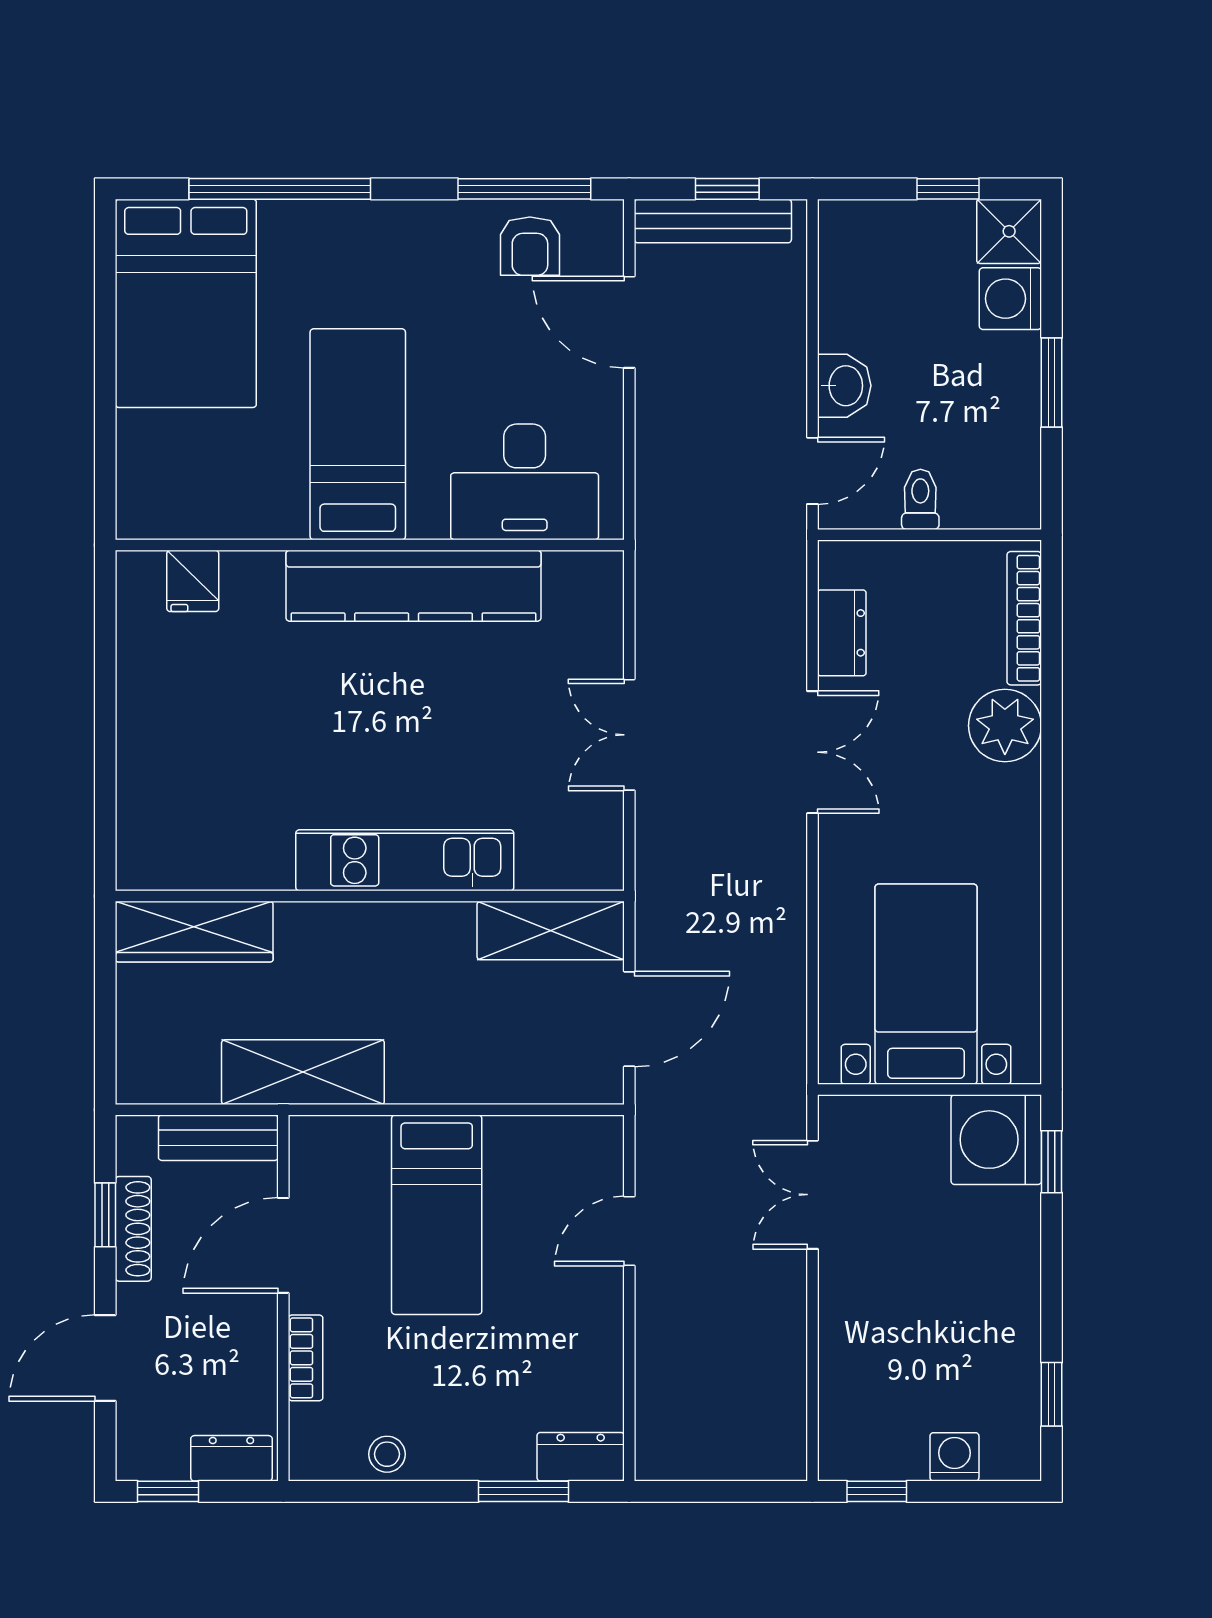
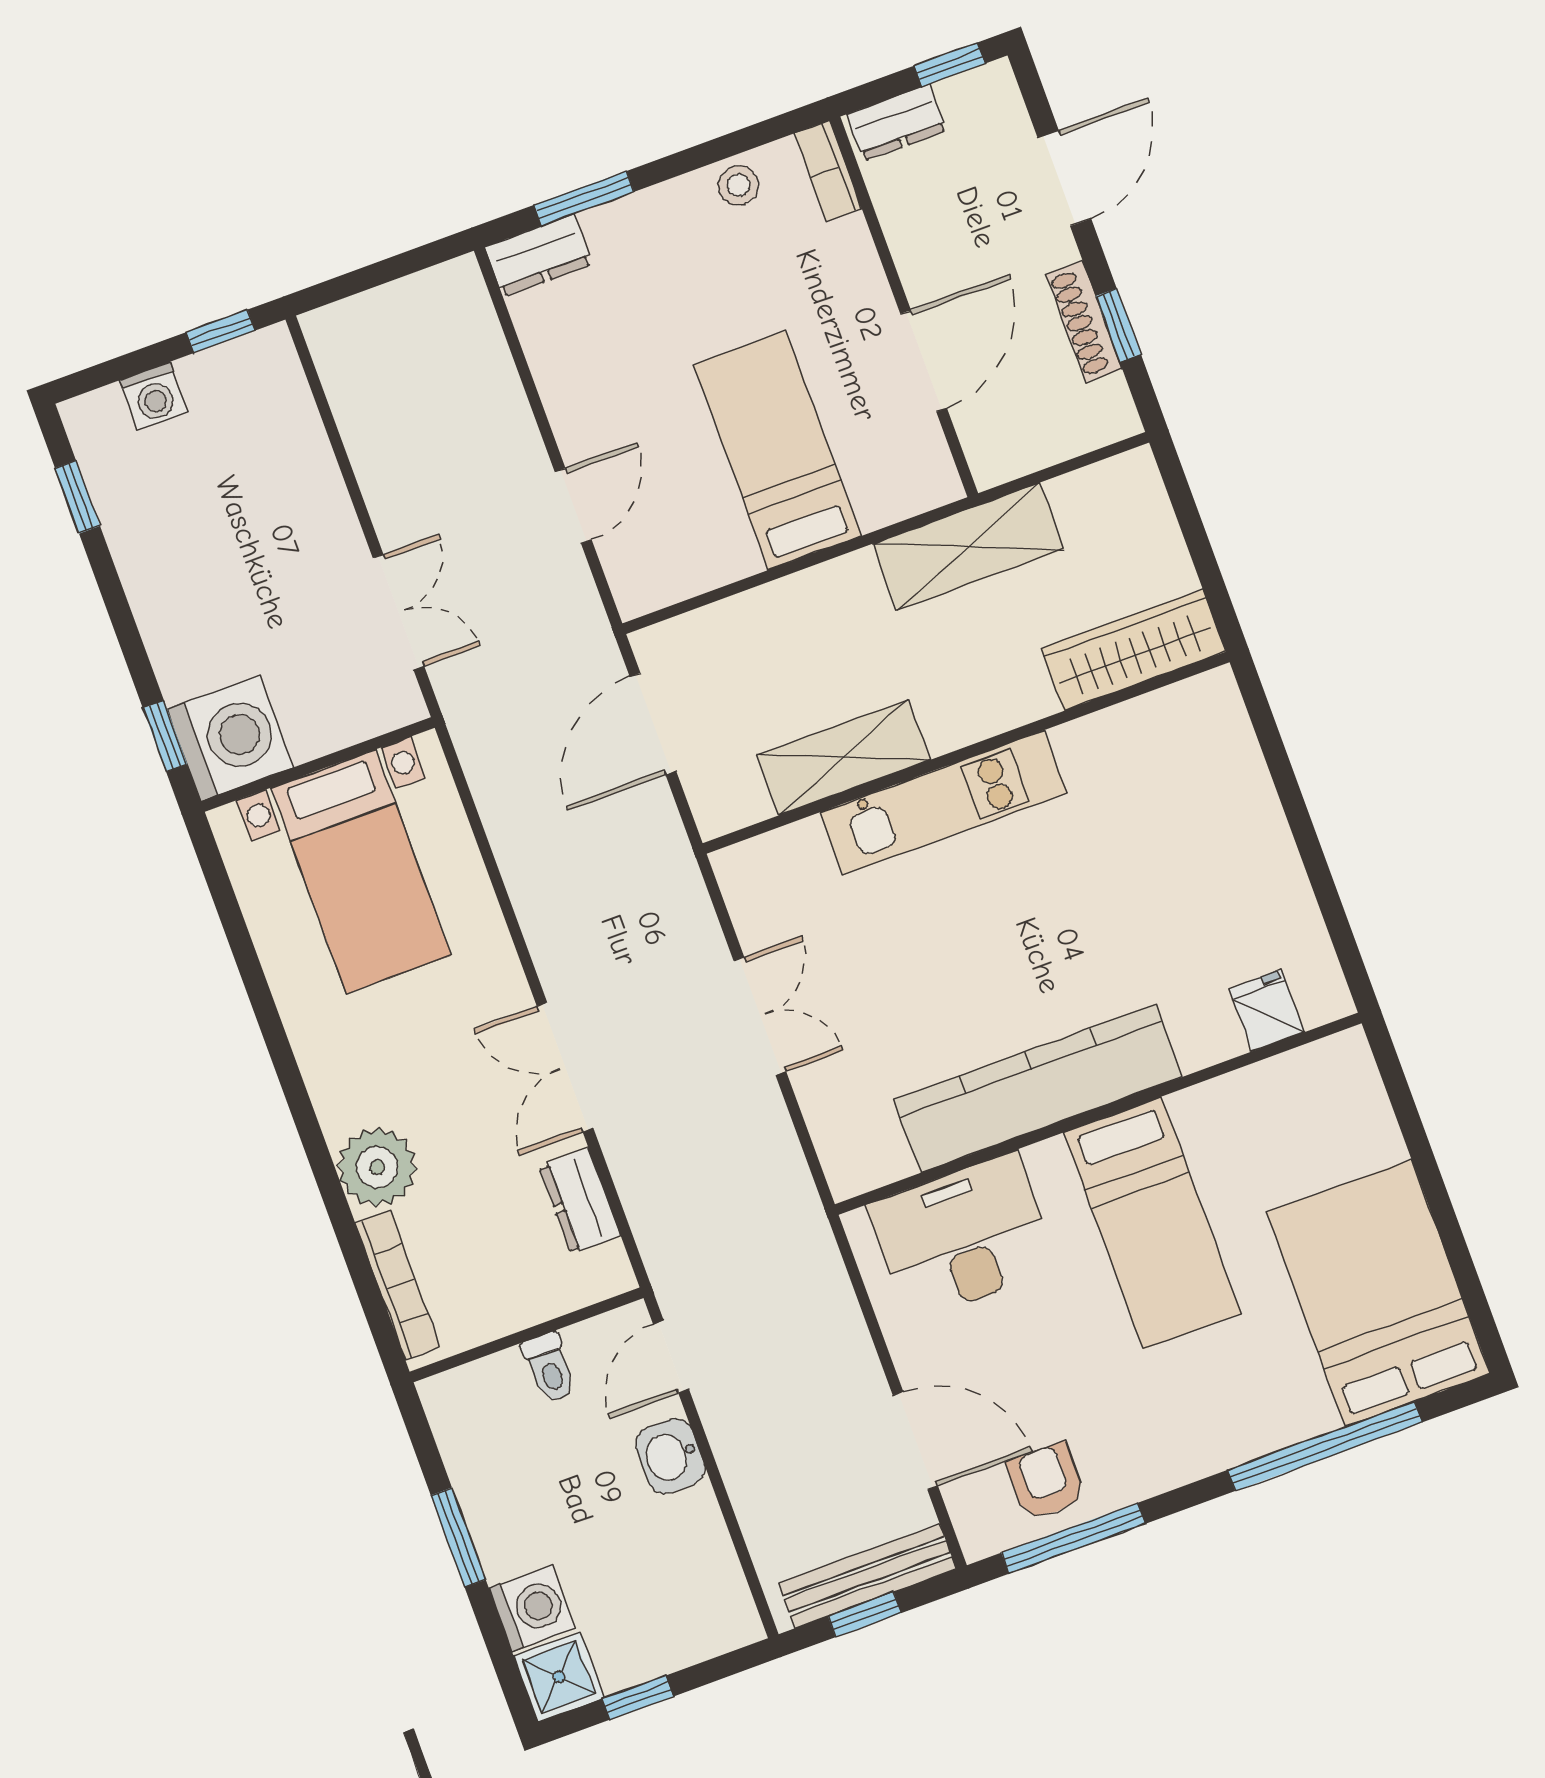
shelving: (551, 931) -> (844, 757), moved
bench: (218, 1138) -> (1031, 447), removed
bookcase: (306, 1358) -> (828, 171), moved

